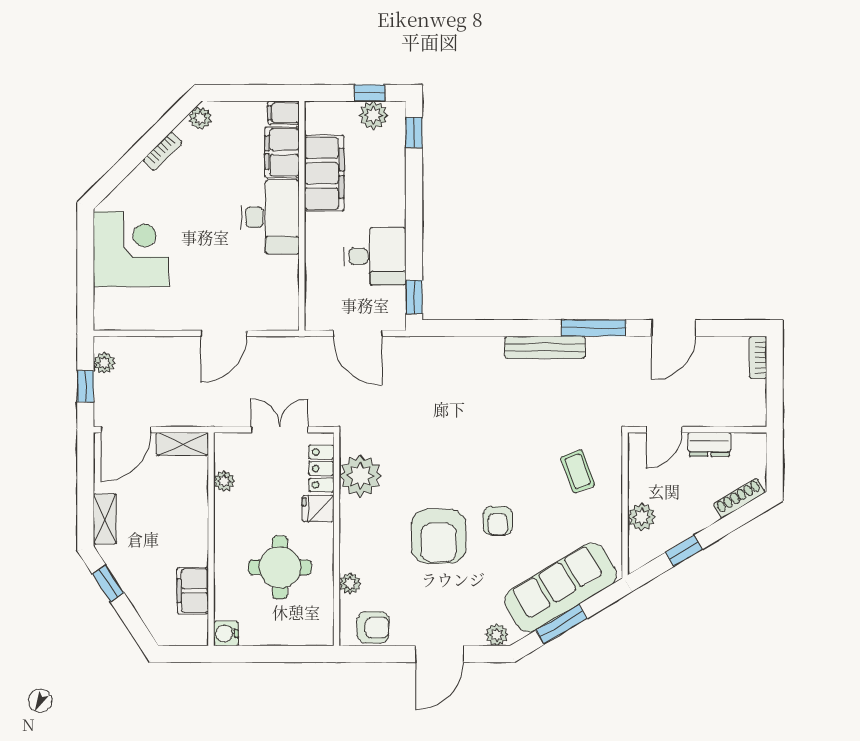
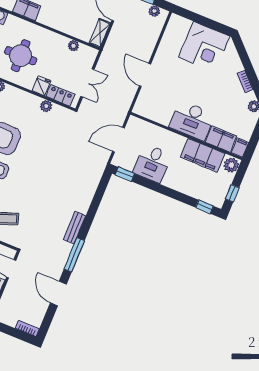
plant: (373, 115) -> (231, 165), moved
bench: (545, 347) -> (75, 228), width x0.73
plant: (360, 476) -> (46, 106), width x0.53, depth x0.53

